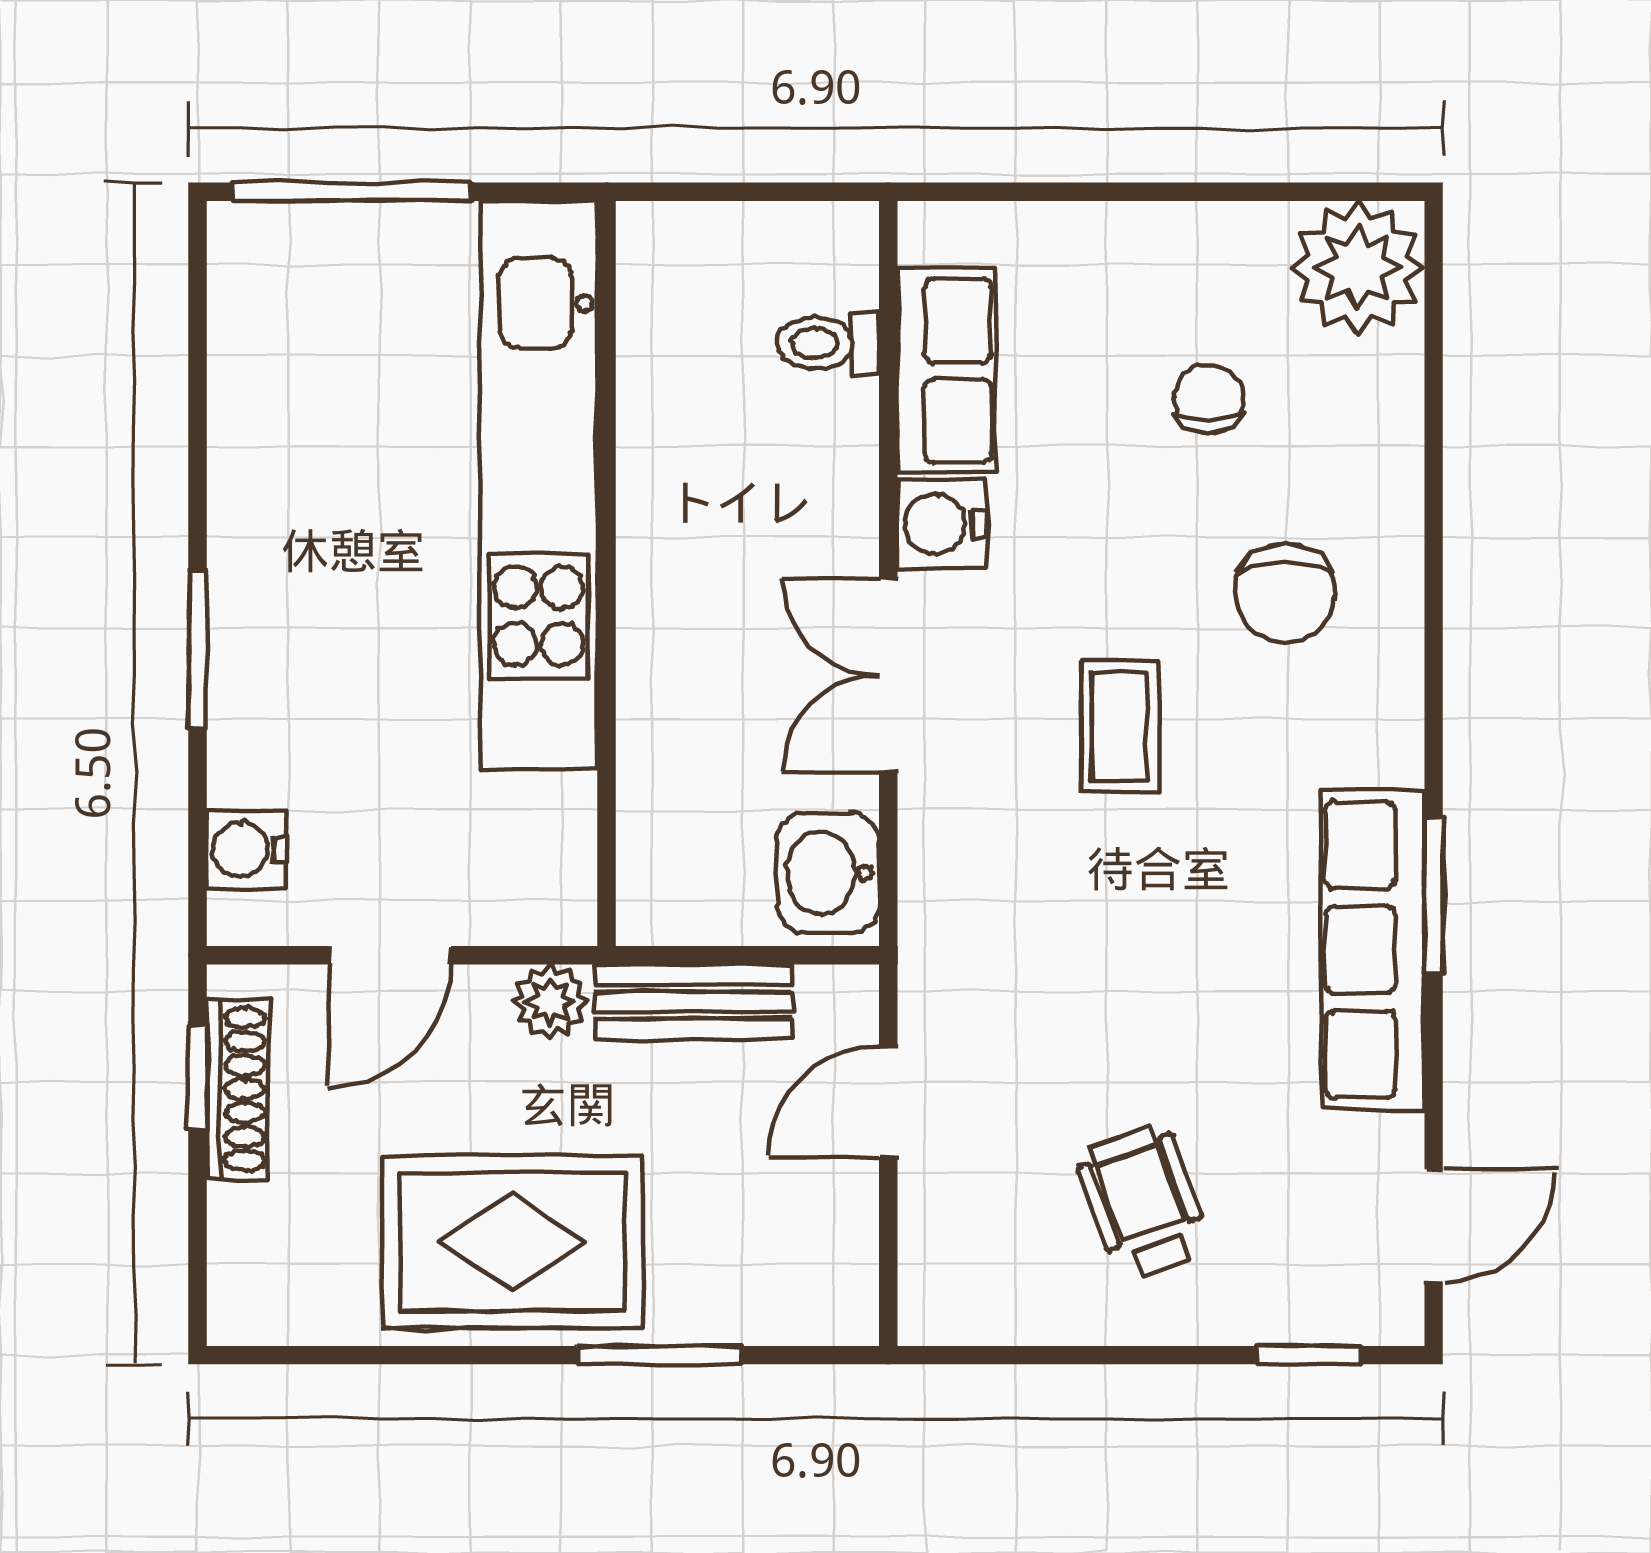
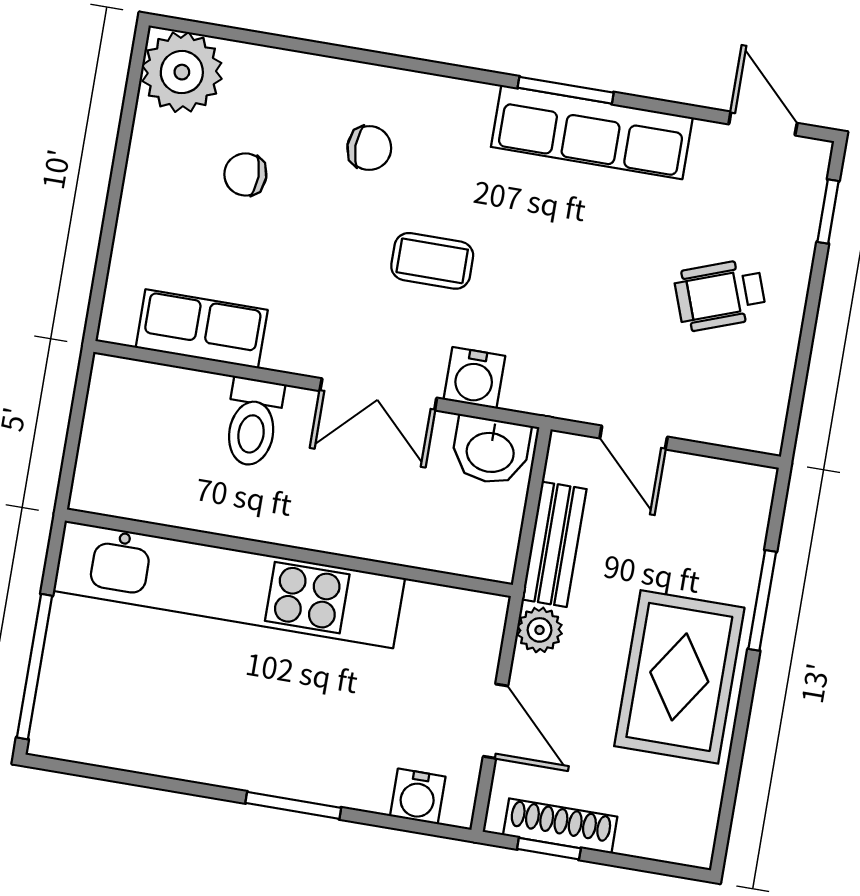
toilet: (828, 343) -> (253, 422), moved, width x1.37, depth x1.39
water cooler: (942, 524) -> (474, 378), moved
chair: (1286, 593) -> (369, 148), width x0.73, depth x0.73

